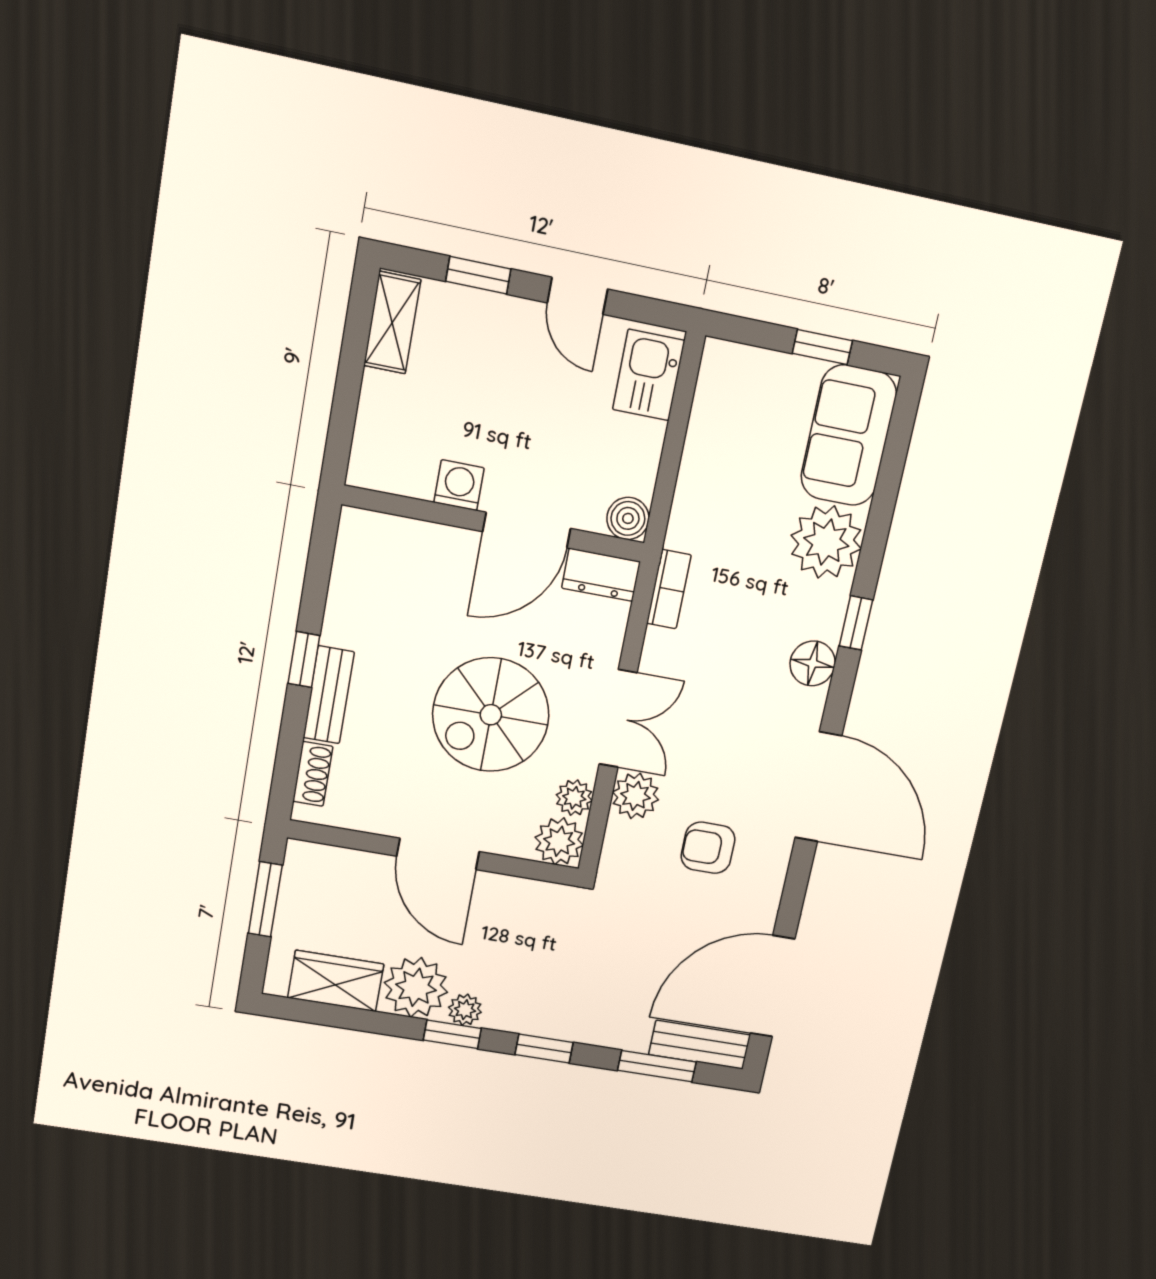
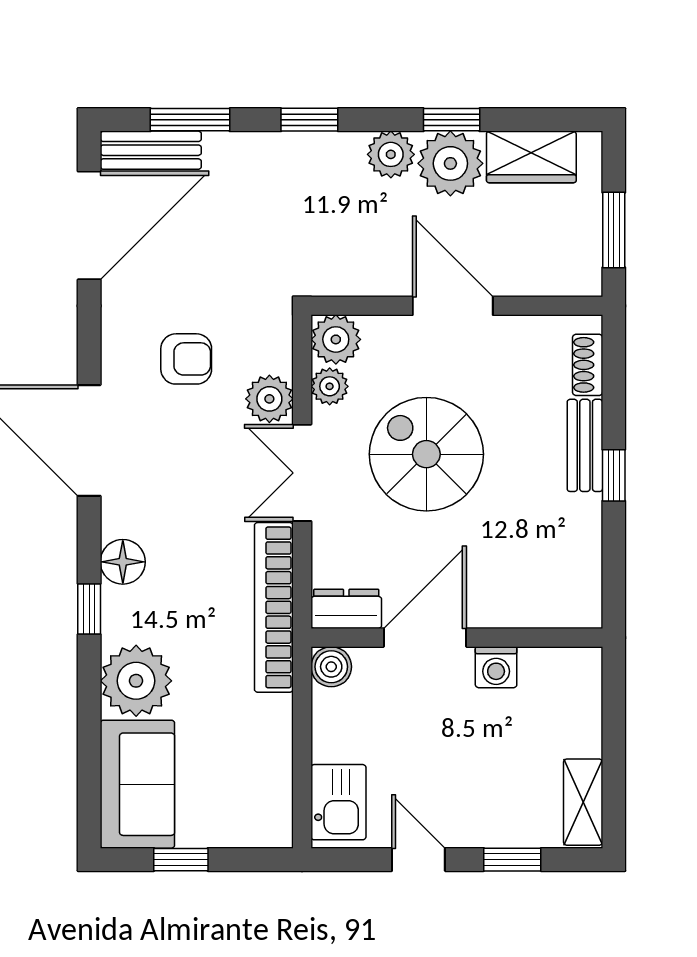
bookcase: (669, 589) -> (274, 607), width x2.31, depth x1.31
spiral stairs: (491, 715) -> (426, 454), turned -90
plant: (465, 1010) -> (391, 154), width x1.38, depth x1.38
window: (452, 1034) -> (452, 120), moved

